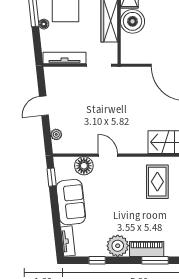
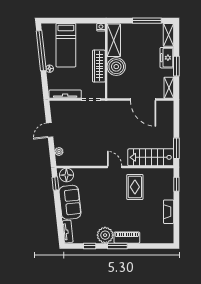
door: (108, 155) -> (115, 167), moved
floor lamp: (84, 166) -> (66, 175), moved
window: (155, 260) -> (117, 246), moved

